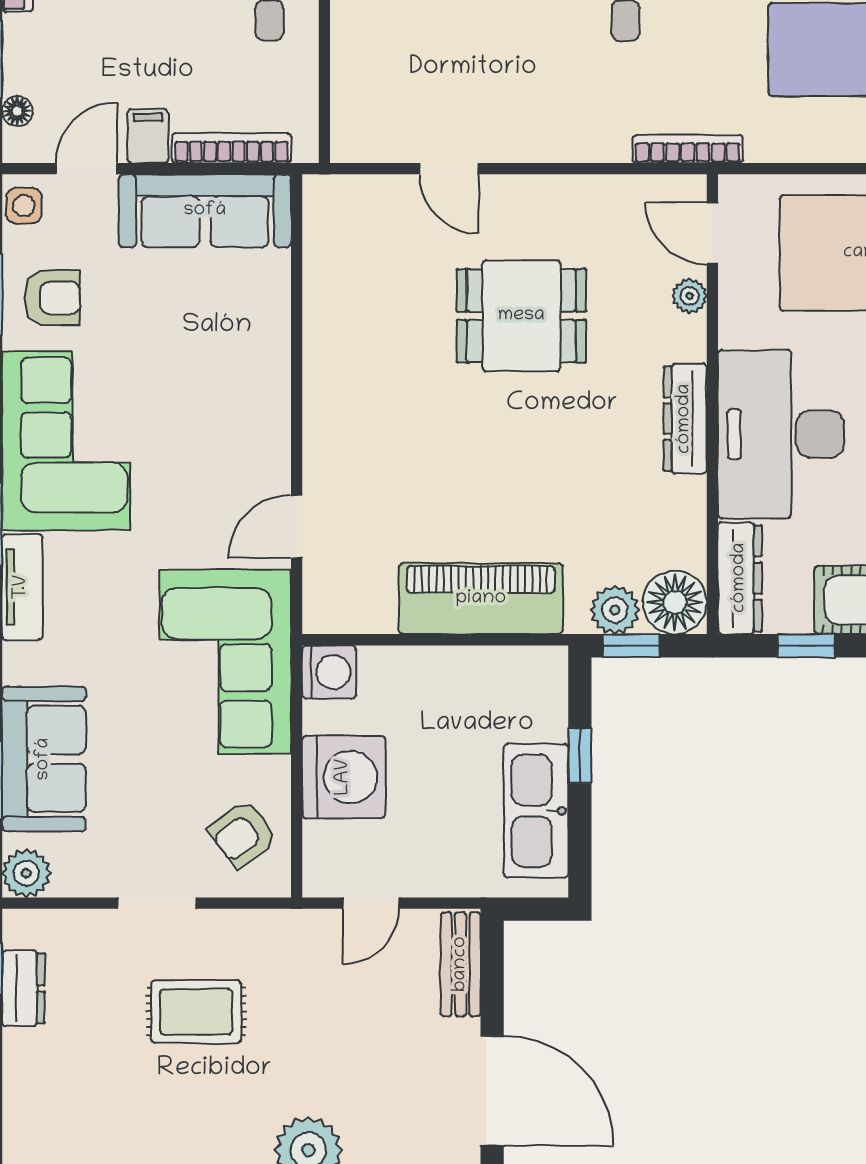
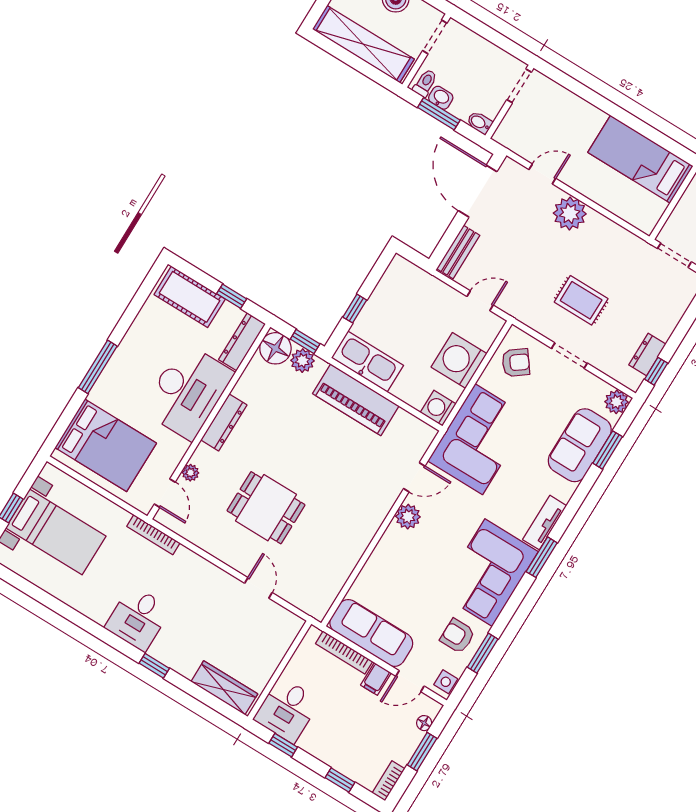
plant: (266, 452) -> (408, 517), added
kitchen sink: (536, 811) -> (367, 362), moved, turned -90

